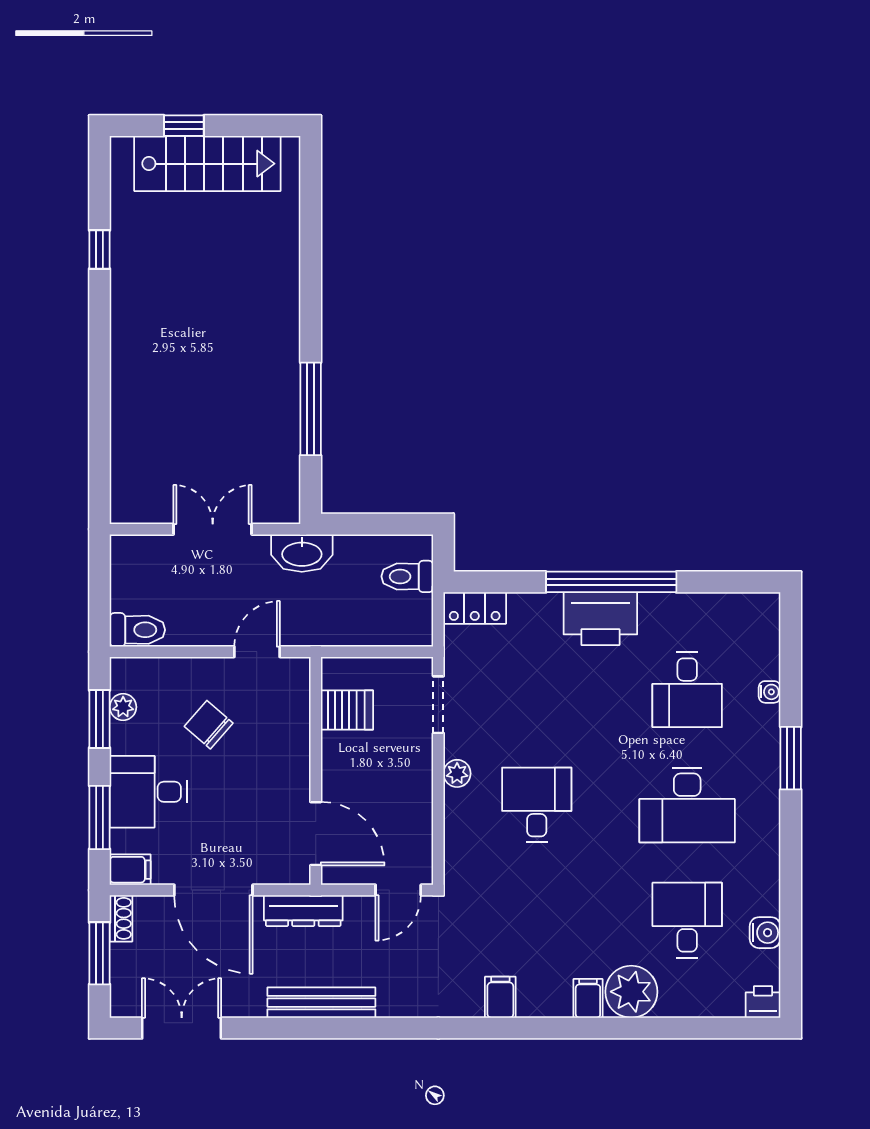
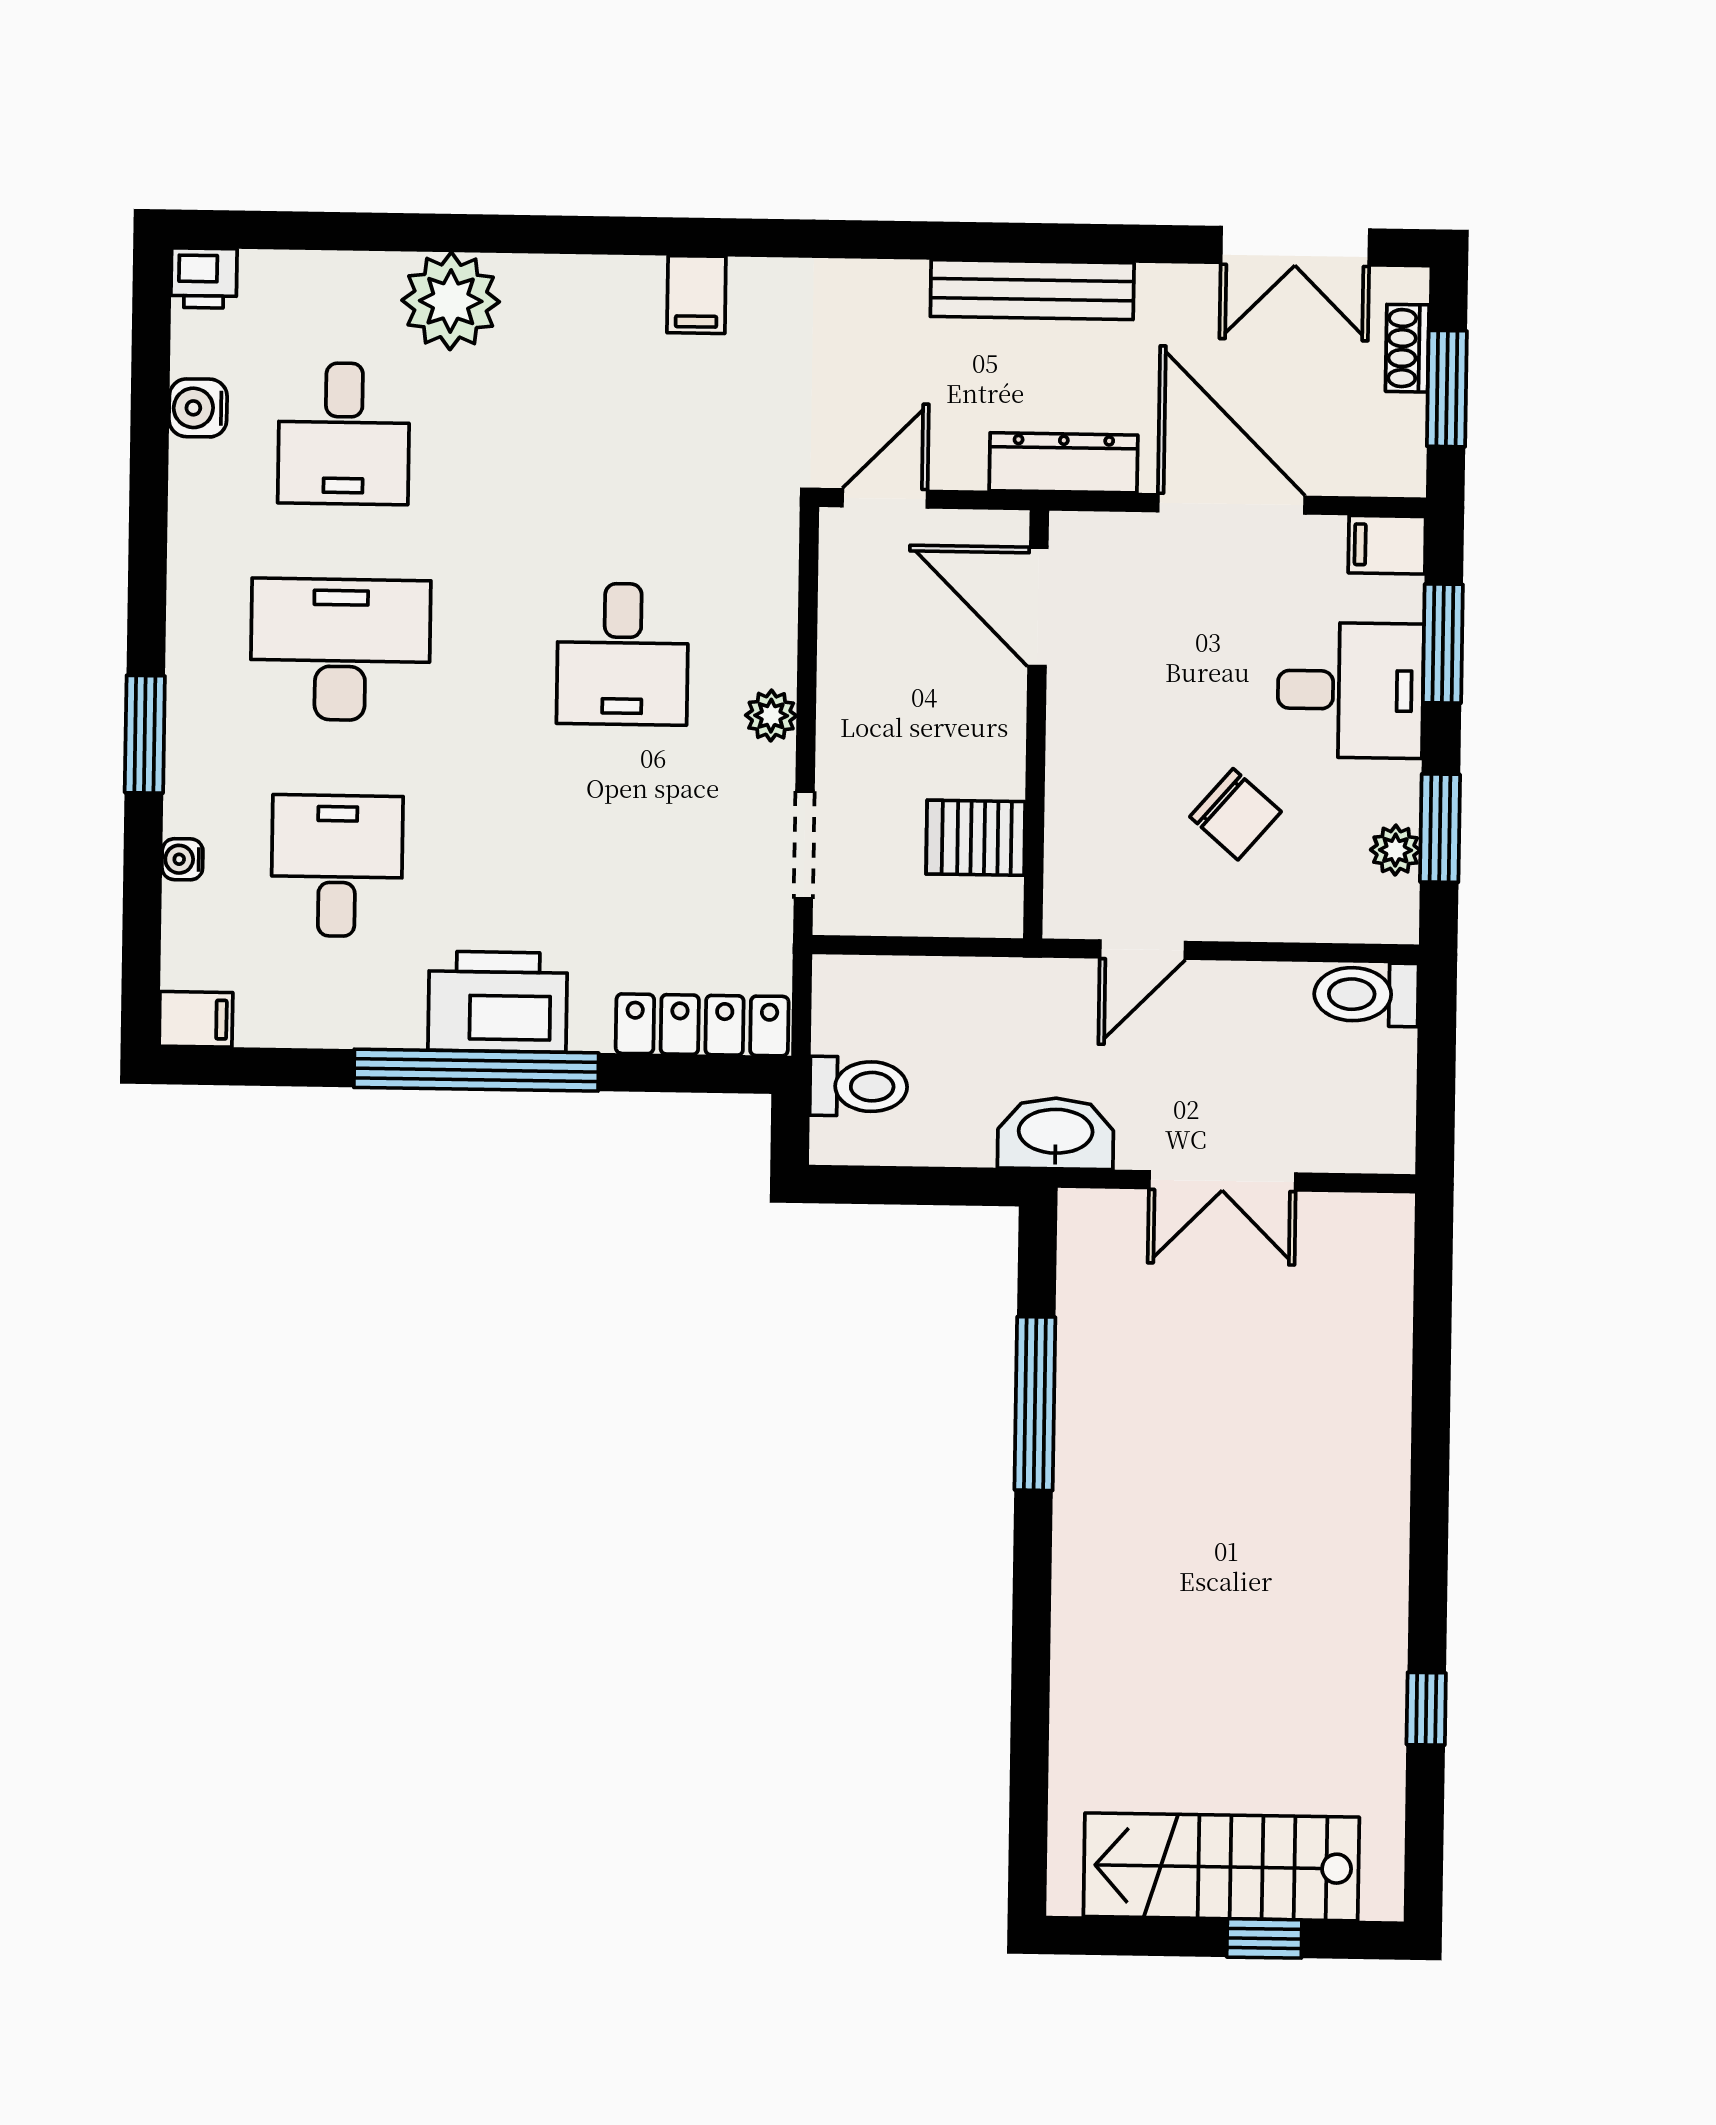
locker: (475, 608) -> (702, 1025), width x1.53
shoe rack: (121, 918) -> (1407, 348), moved
filing cabinet: (588, 998) -> (196, 1019), moved, turned -90

